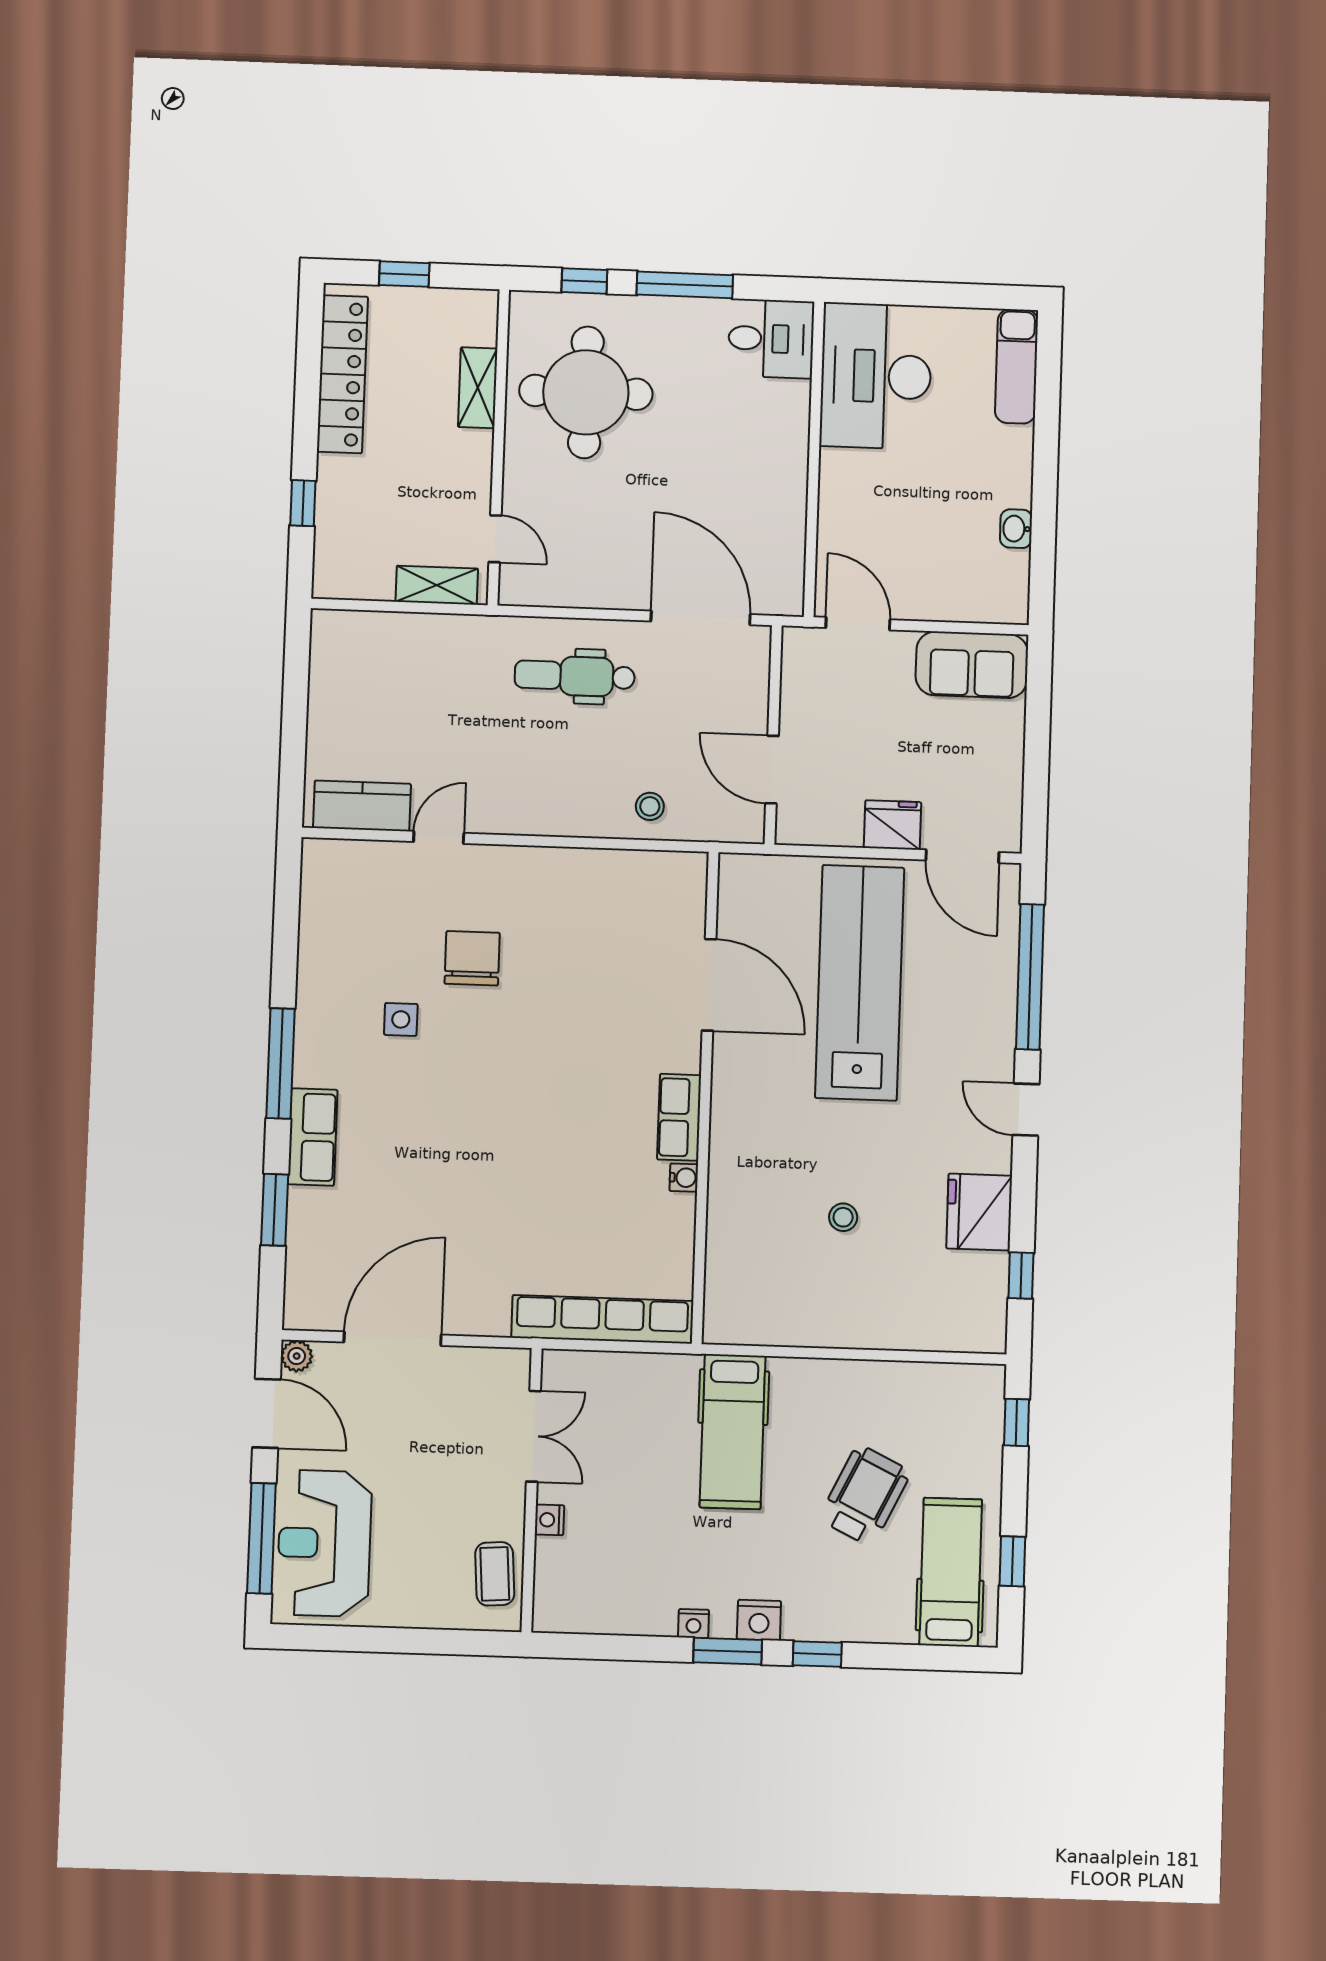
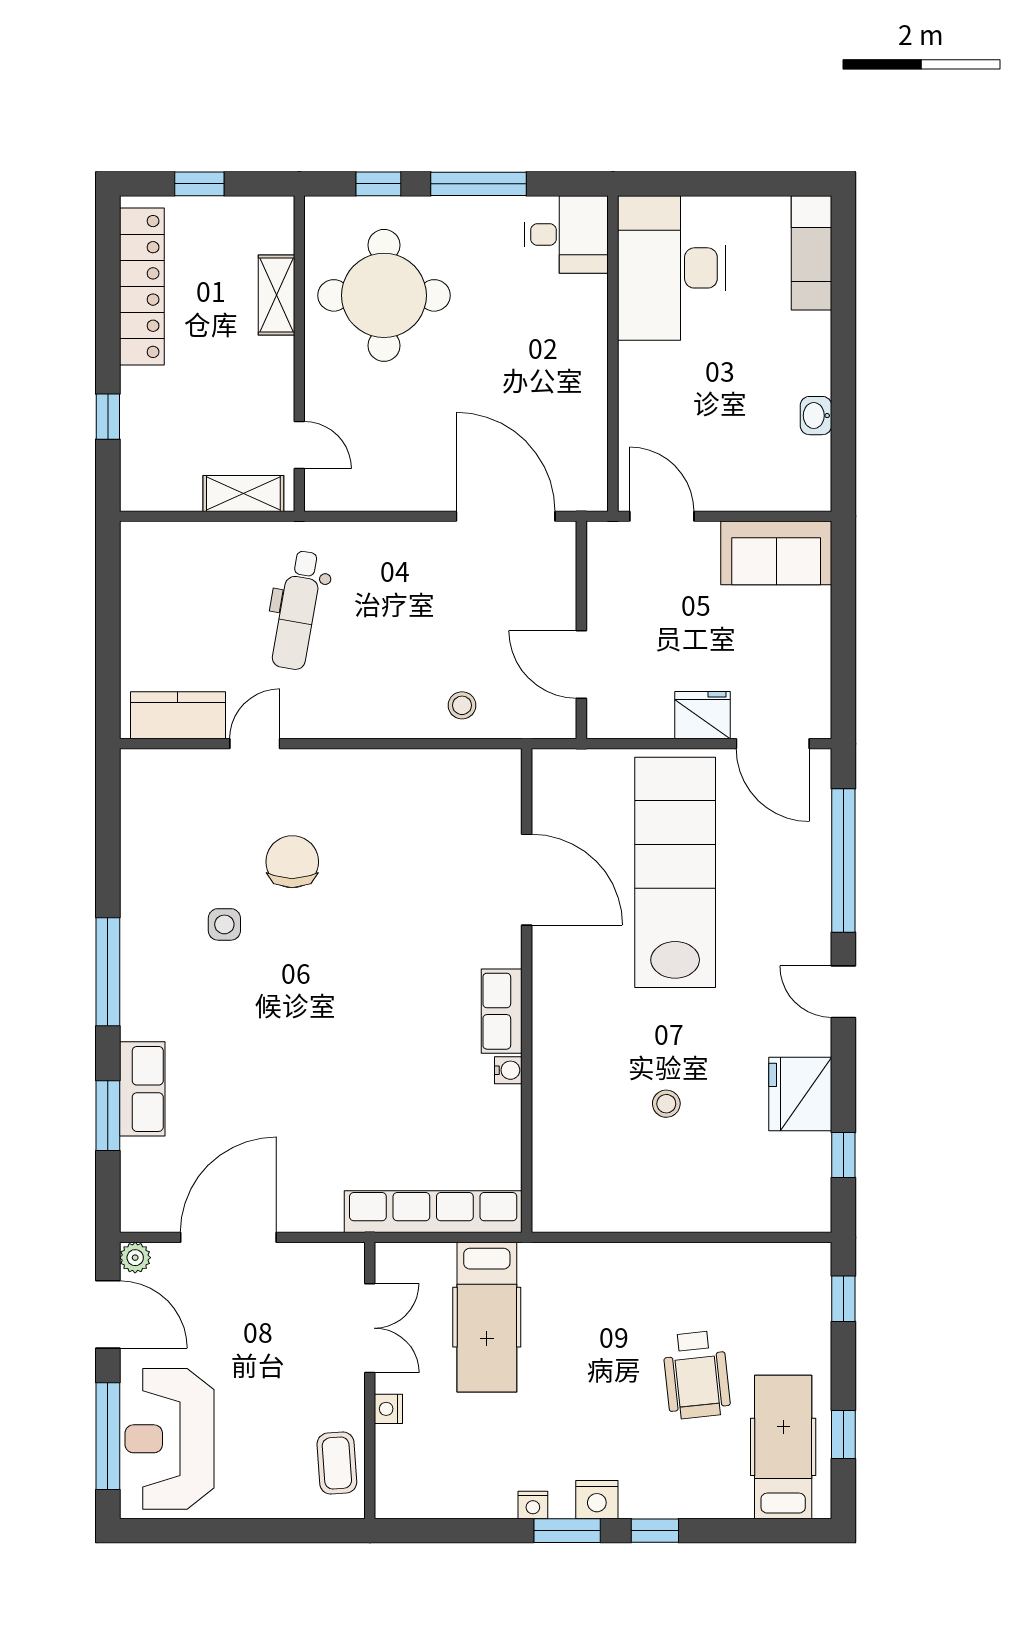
dental chair: (575, 676) -> (297, 610), moved, turned -80
row of seats: (313, 1137) -> (142, 1089), moved
hospital bed: (733, 1432) -> (487, 1317), moved
wheelchair: (865, 1495) -> (696, 1375), turned 148

